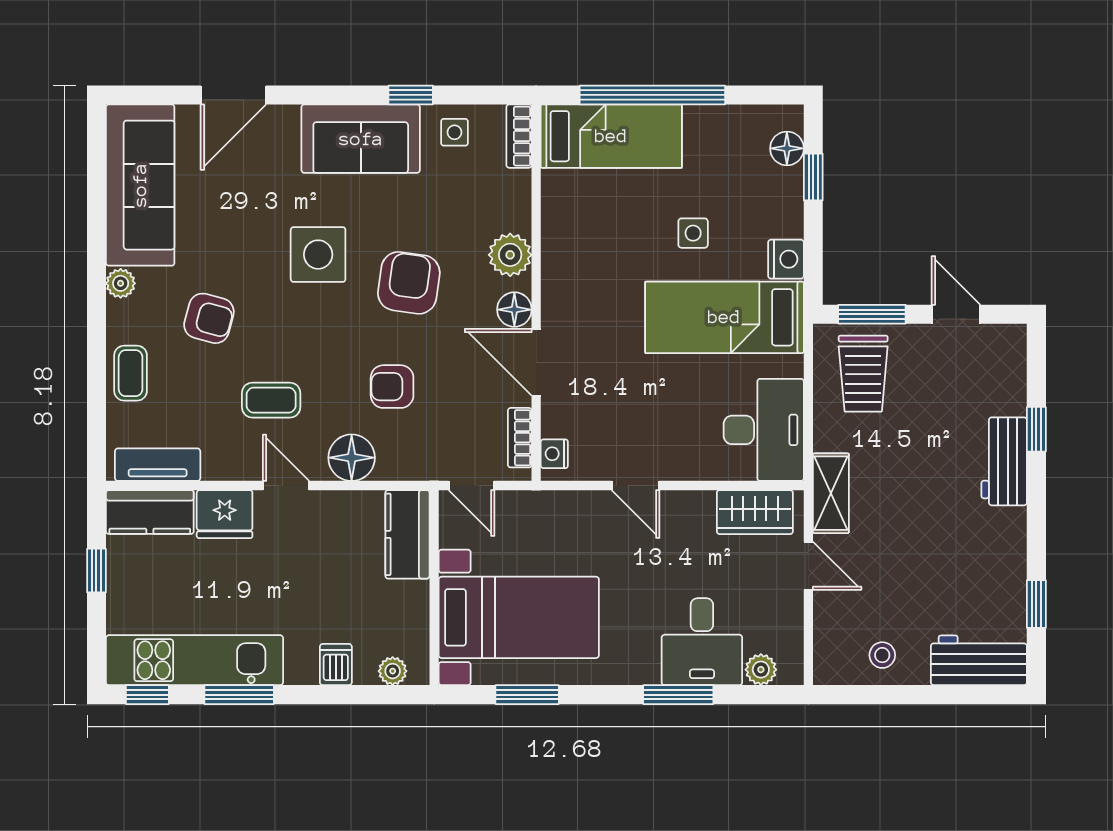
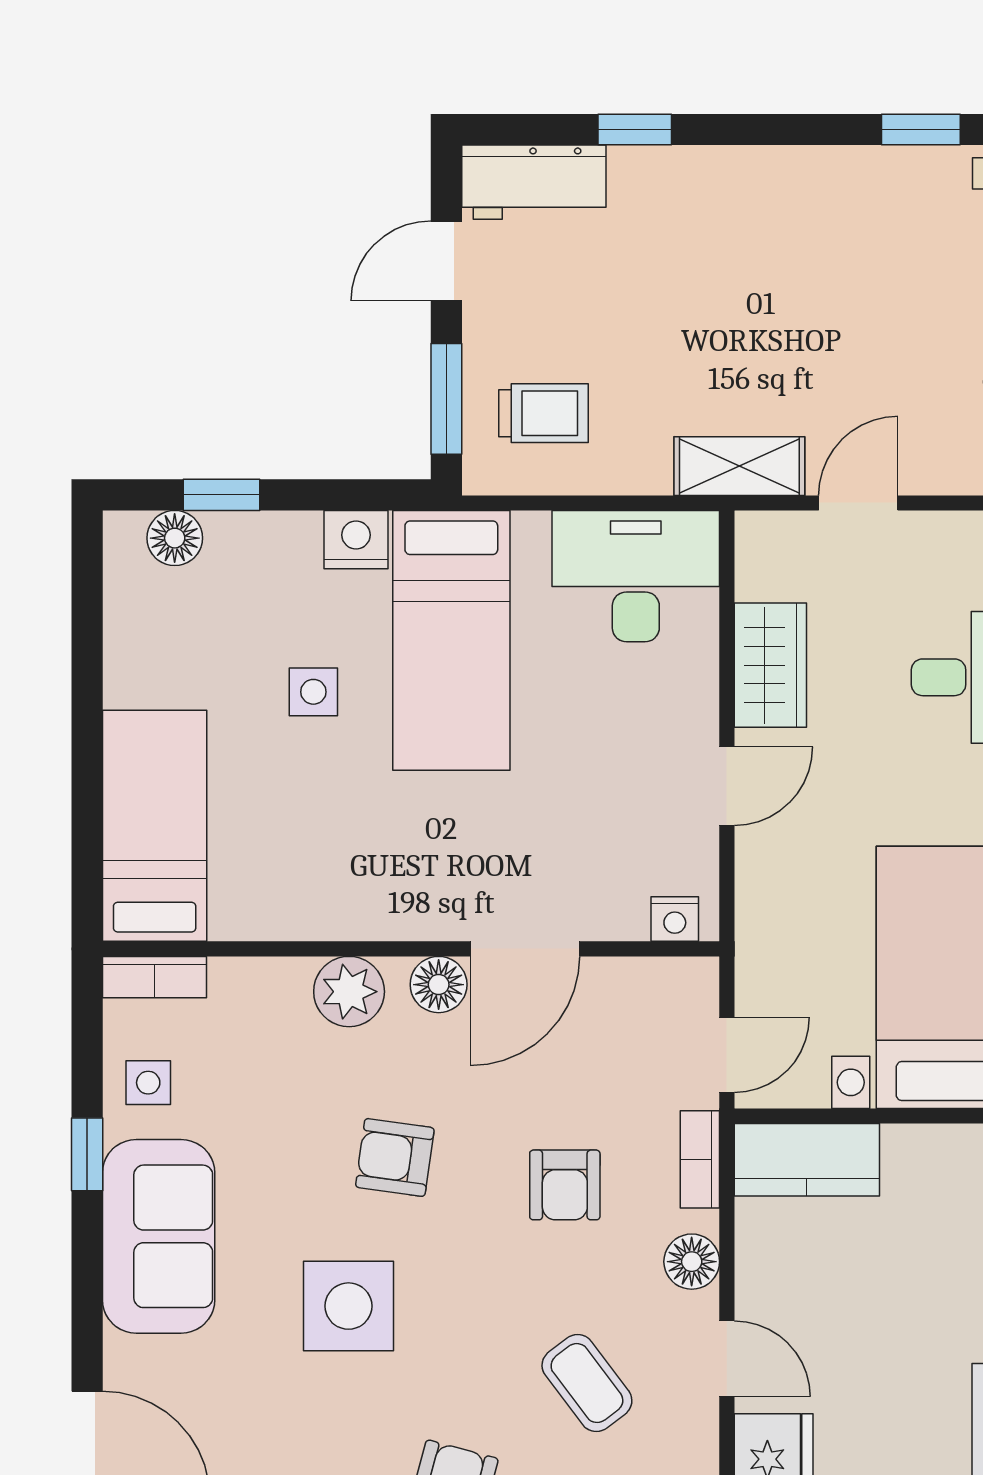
window: (652, 95) -> (87, 759), removed
armchair: (409, 283) -> (395, 1157), width x0.72, depth x0.72
trolley: (863, 374) -> (544, 413), width x0.73, depth x0.72
coffee table: (271, 400) -> (587, 1383), turned -37
bookcase: (520, 438) -> (700, 1159), moved, turned 90
floor lamp: (352, 458) -> (692, 1262), width x0.73, depth x0.73
workbench: (1004, 461) -> (534, 182), moved
door: (286, 486) -> (727, 1359), swing flipped
wardrobe: (755, 512) -> (770, 665), moved

